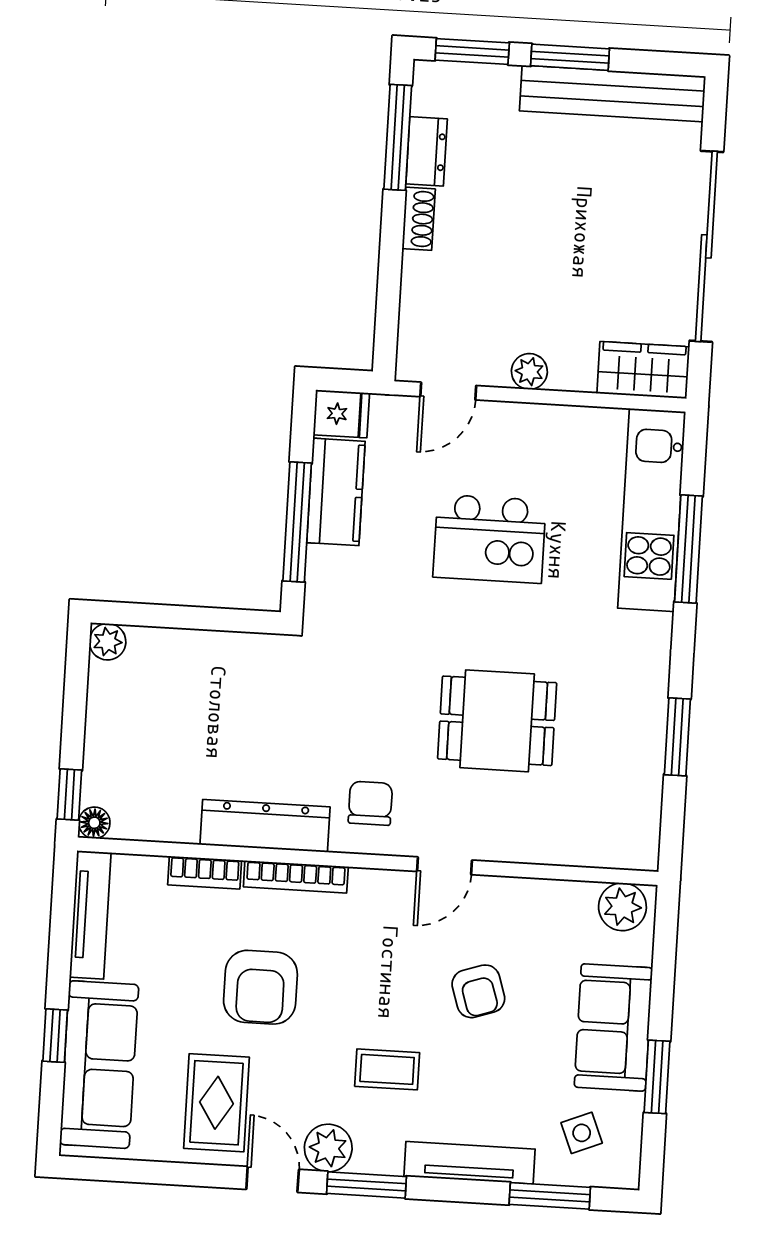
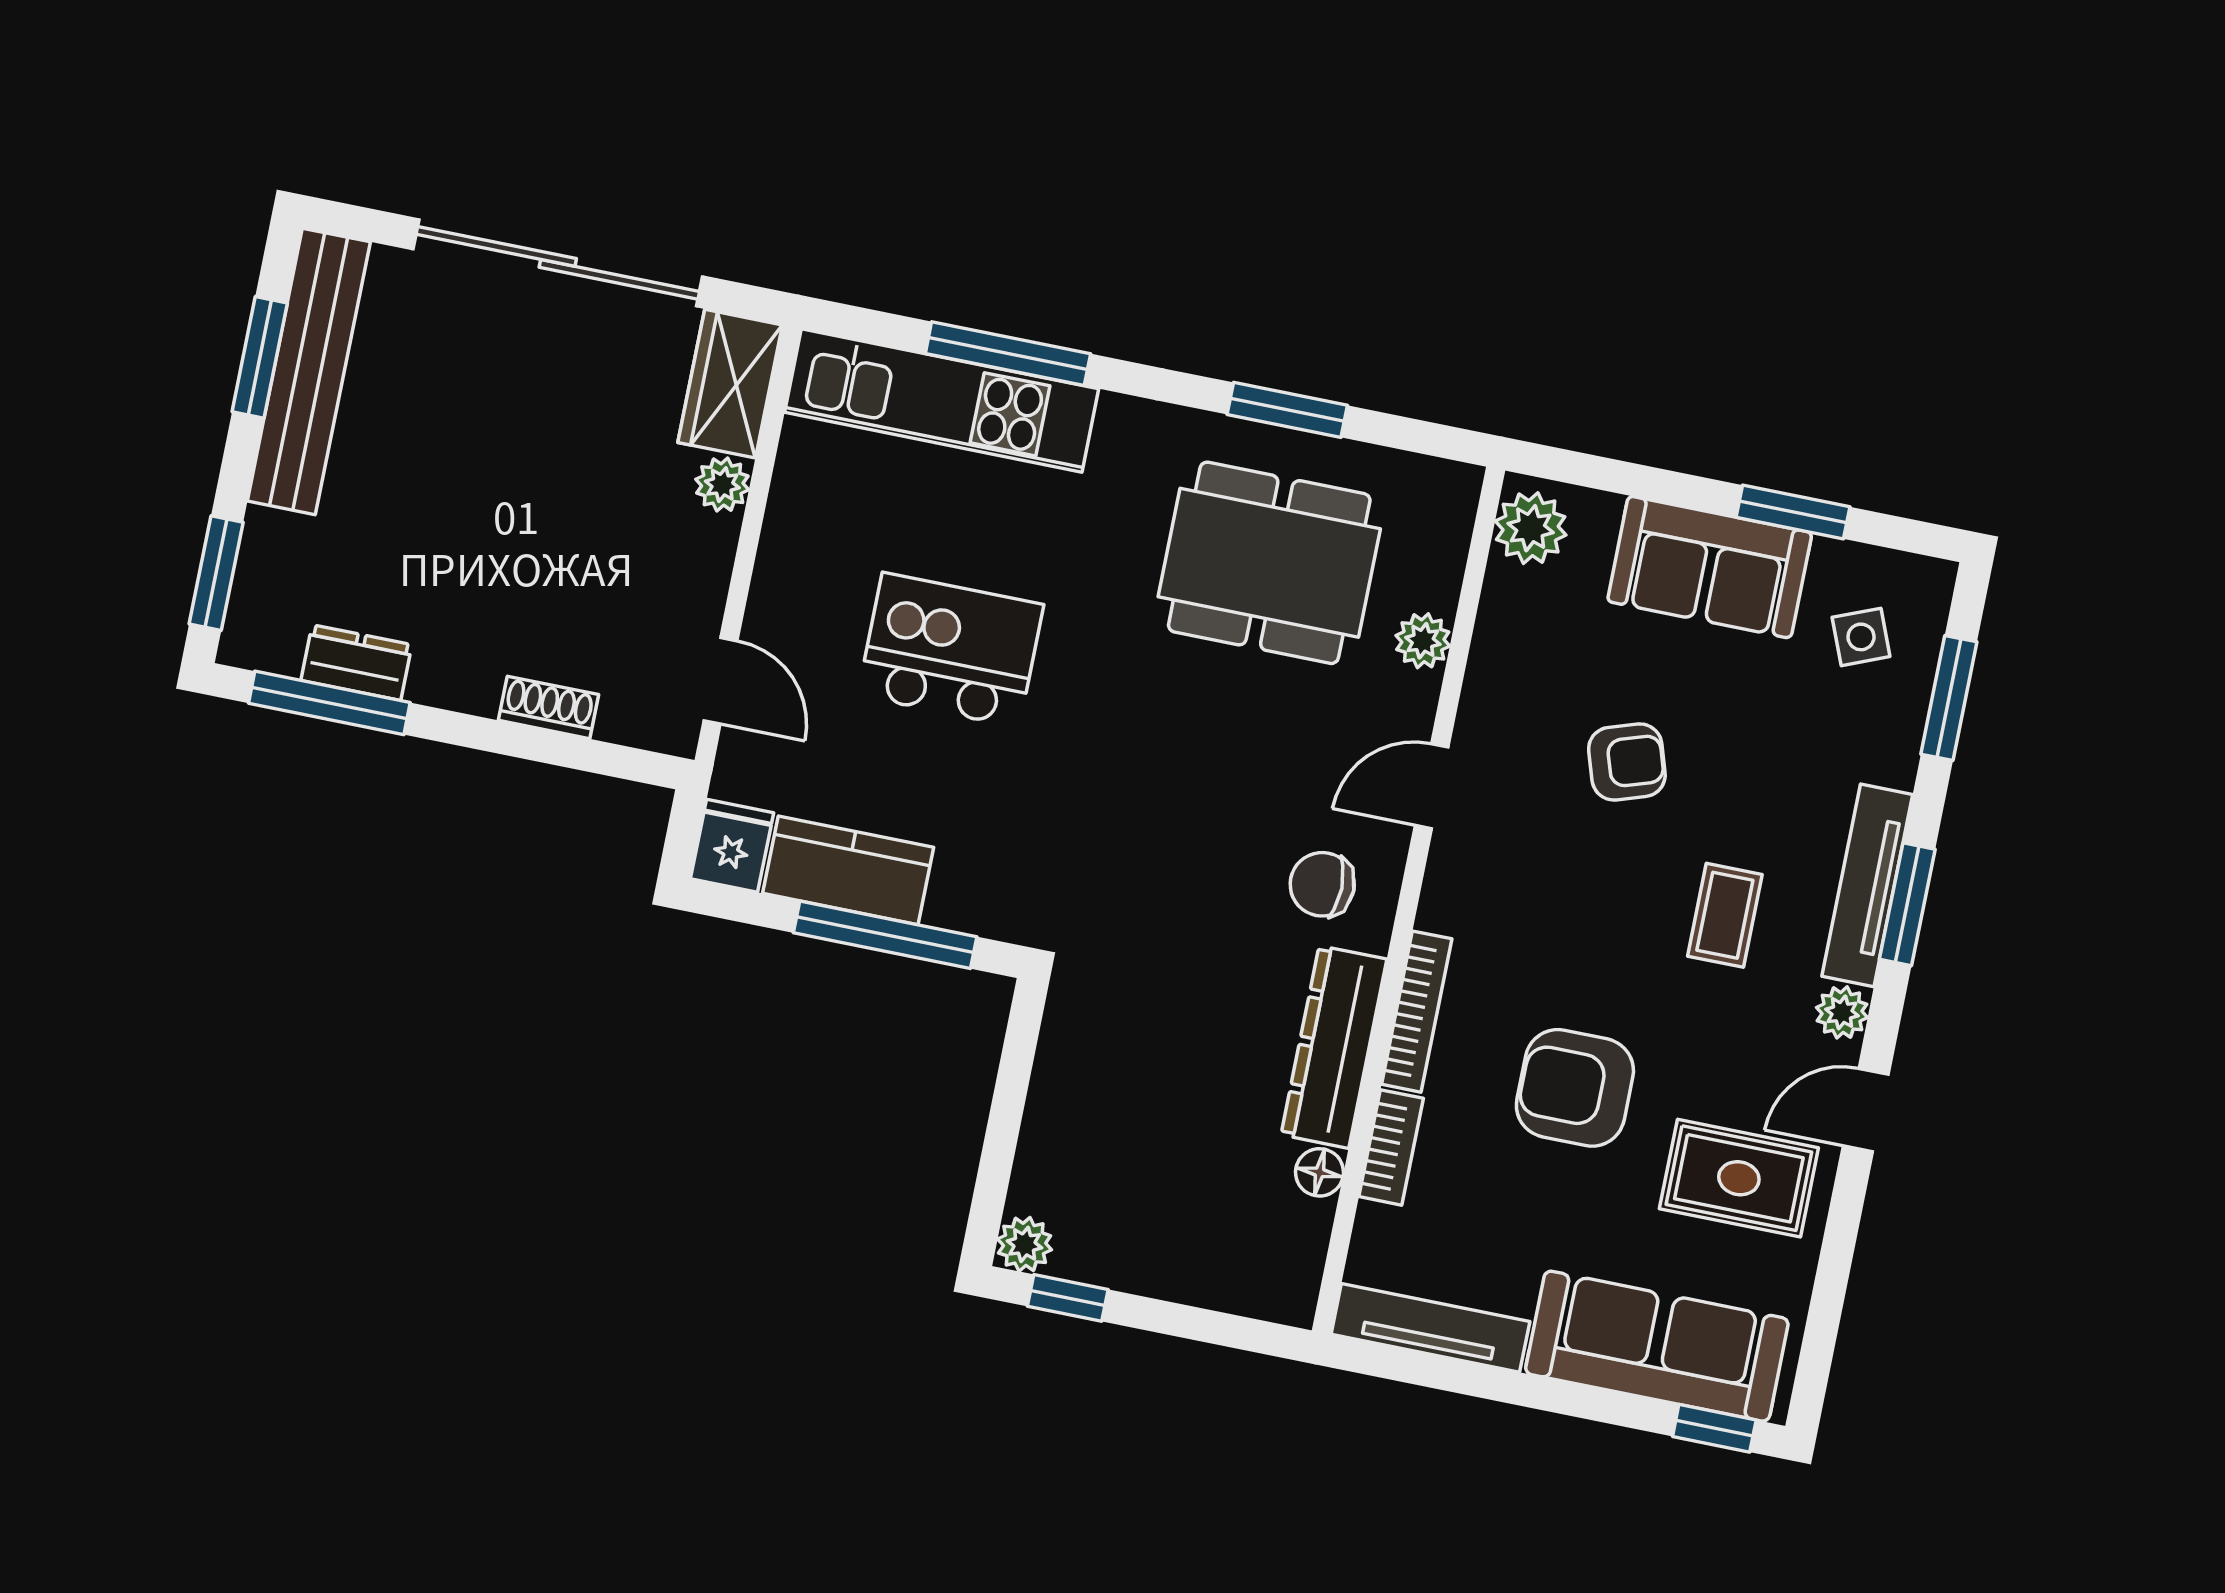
window: (570, 57) -> (260, 357), moved
shoe rack: (419, 219) -> (549, 707), moved
plant: (529, 371) -> (722, 485), moved
kitchen island: (489, 539) -> (951, 650), turned -90
dining table: (497, 721) -> (1269, 563), moved, width x1.37
window: (69, 795) -> (1068, 1298), moved
floor lamp: (94, 823) -> (1319, 1172), moved
plant: (539, 847) -> (1423, 641), added
door: (444, 866) -> (1432, 786), swing flipped
armchair: (260, 987) -> (1575, 1088), turned 180
window: (55, 1036) -> (1714, 1428), moved
plant: (328, 1148) -> (1842, 1012), width x0.73, depth x0.73
tv unit: (470, 1163) -> (1867, 885), moved
window: (366, 1185) -> (1907, 904), moved

